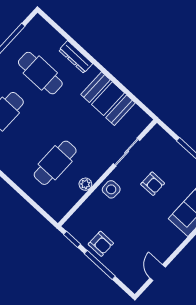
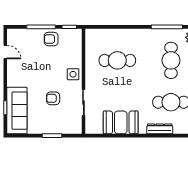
cafe table: (55, 163) -> (117, 60), turned 90
plant: (85, 184) -> (90, 64), removed

